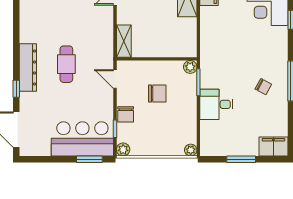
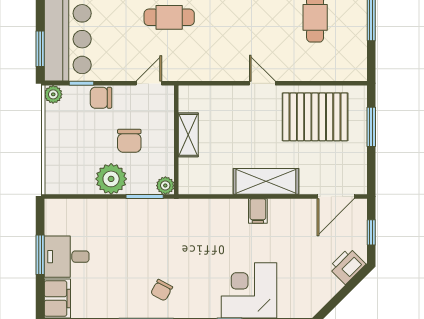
shelving: (124, 41) -> (188, 135), moved, turned 90
chair: (263, 87) -> (162, 290), moved
desk: (216, 104) -> (67, 257), moved, turned -90
plant: (191, 150) -> (111, 179), moved, width x1.88, depth x1.88

